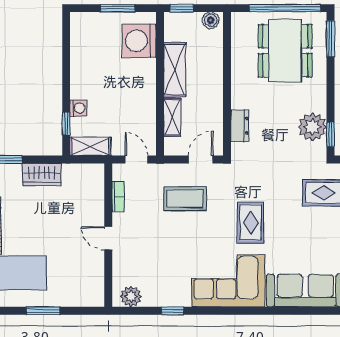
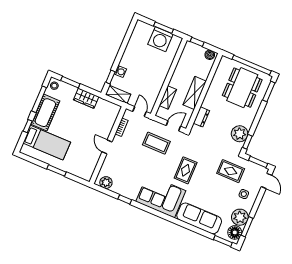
washing machine: (139, 41) -> (160, 39), moved, turned -90
shelving: (175, 70) -> (195, 93), moved

